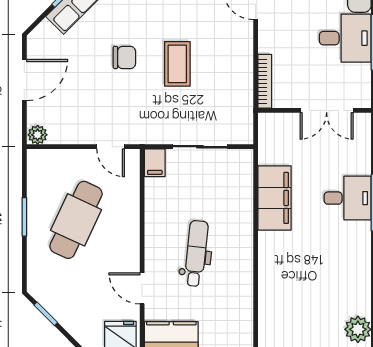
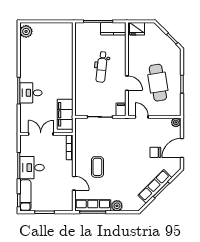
chair: (124, 57) -> (155, 152), moved
coffee table: (177, 64) -> (97, 167), moved
filing cabinet: (274, 198) -> (65, 114), moved
cafe table: (76, 220) -> (158, 83), turned -34
door: (142, 288) -> (127, 83), moved

